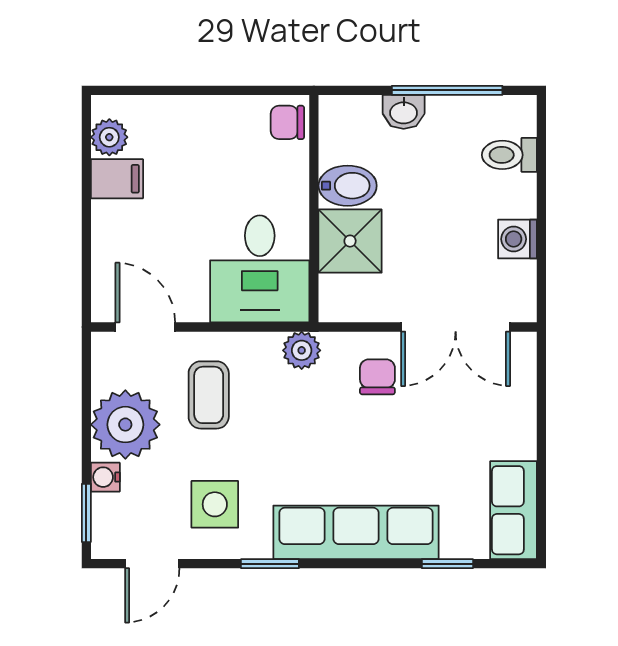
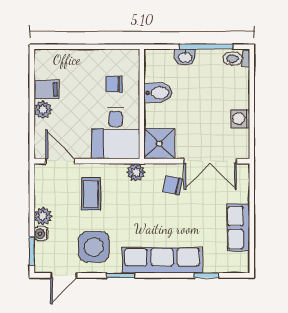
chair: (287, 122) -> (114, 84), moved
plant: (109, 137) -> (43, 110), moved
toilet: (509, 155) -> (236, 59), moved
shower: (350, 241) -> (159, 144), moved
chair: (377, 377) -> (172, 185), turned -78
plant: (125, 425) -> (43, 216), width x0.53, depth x0.53
side table: (215, 504) -> (94, 247), width x1.37, depth x1.37
row of seats: (513, 510) -> (238, 228), moved

